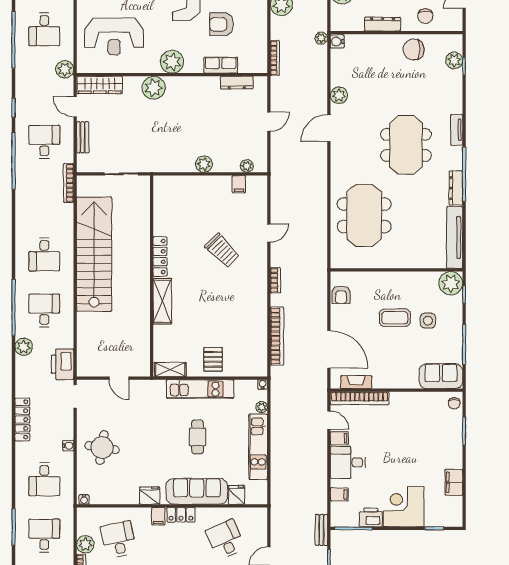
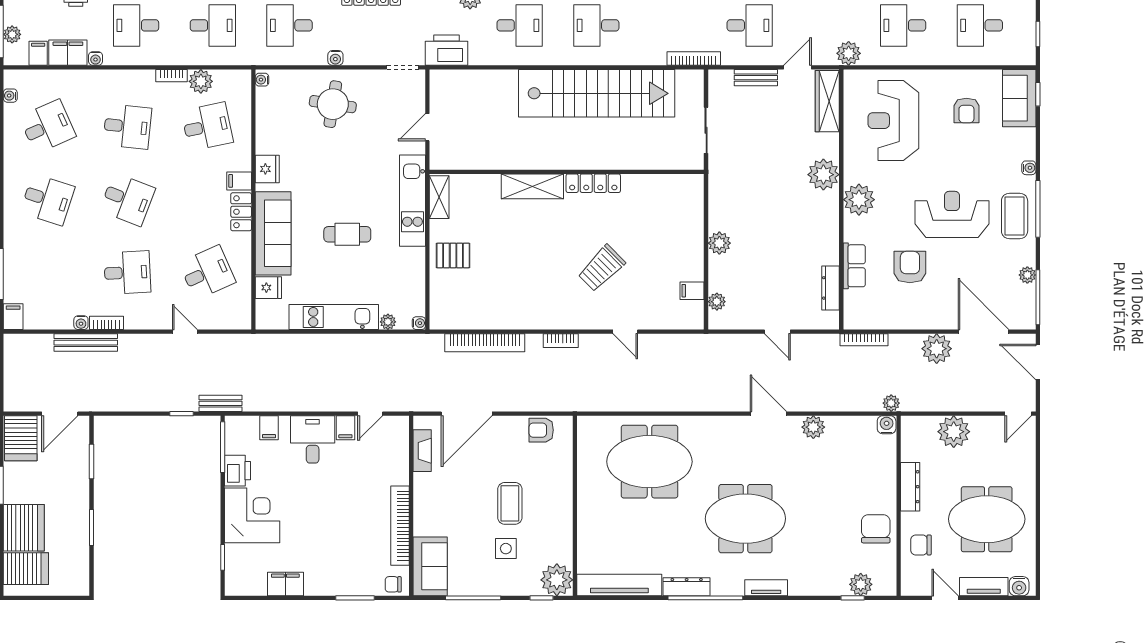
kitchen unit: (200, 389) -> (412, 201), moved
bookcase: (360, 398) -> (400, 526), moved

